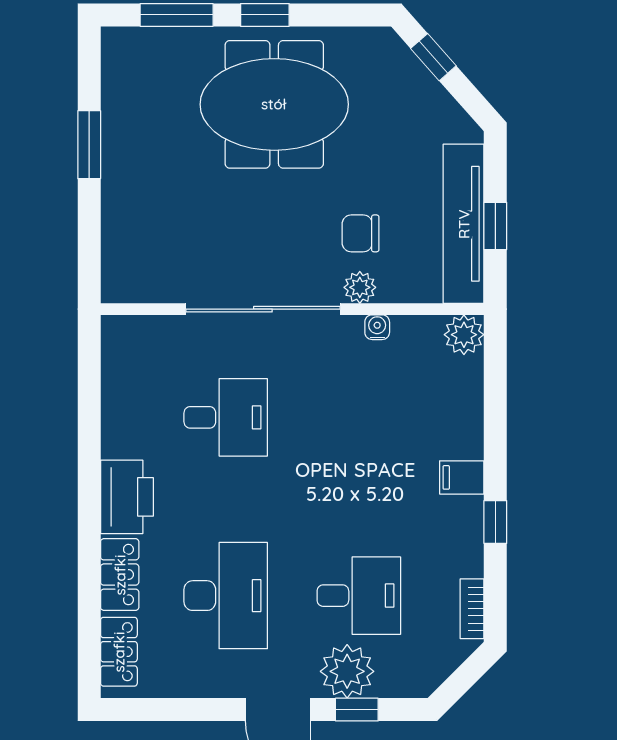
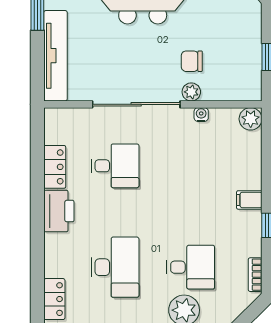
tv unit: (464, 224) -> (55, 56), moved, turned 180
locker: (120, 575) -> (55, 167), moved

